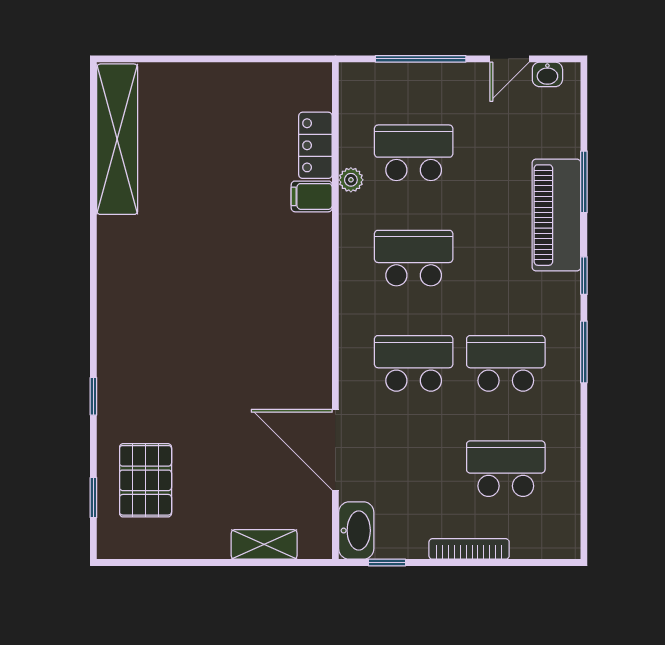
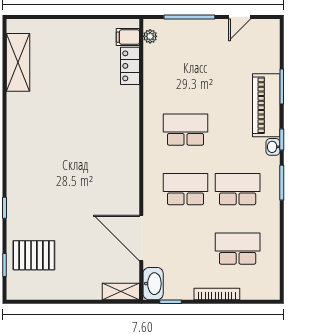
washbasin: (547, 74) -> (273, 147), moved, turned 90
shelving: (117, 139) -> (18, 62), width x0.68
school desk: (414, 153) -> (186, 70), removed
plant: (351, 180) -> (150, 36), moved
filing cabinet: (312, 196) -> (128, 37), moved
pallet: (146, 480) -> (34, 255), turned 90
shelving: (264, 544) -> (121, 291), moved

